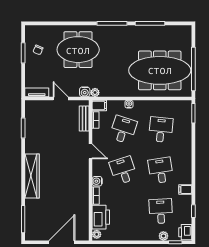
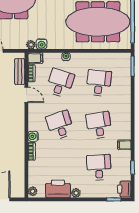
water cooler: (85, 92) -> (42, 44), moved
door: (91, 151) -> (26, 95), moved
printer: (101, 217) -> (58, 189), moved, turned -90
plant: (163, 236) -> (76, 193), moved

